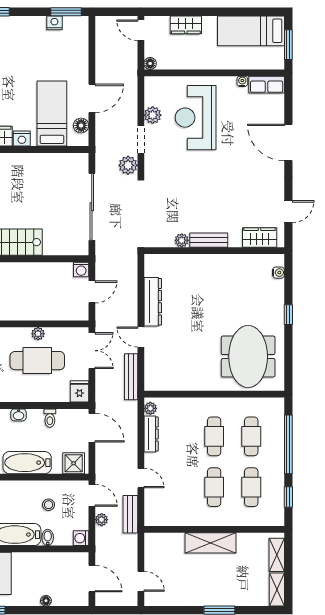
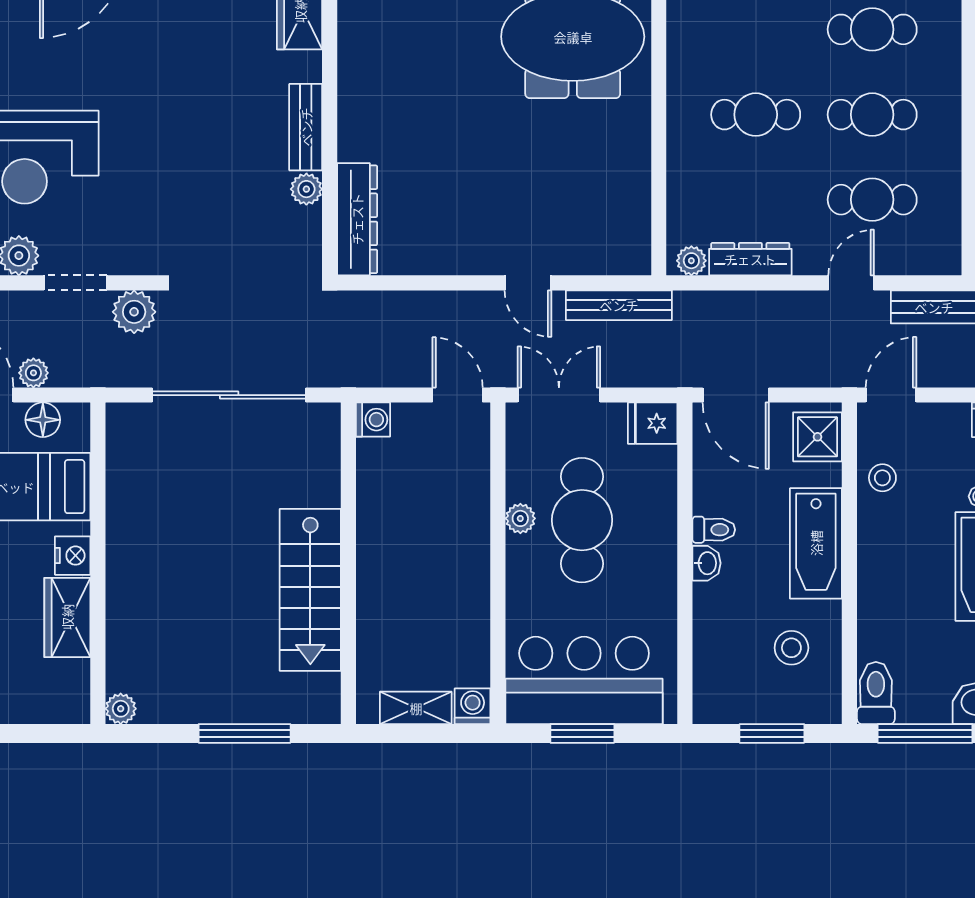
door: (92, 292) -> (458, 395), moved
dresser: (153, 302) -> (357, 219), moved, turned 90
door: (141, 337) -> (528, 283), hinge flipped
toilet: (50, 418) -> (714, 530), moved
door: (92, 428) -> (736, 395), swing flipped
cafe table: (251, 436) -> (872, 200), moved
stool: (49, 505) -> (882, 478), moved
plant: (102, 520) -> (33, 373), moved

